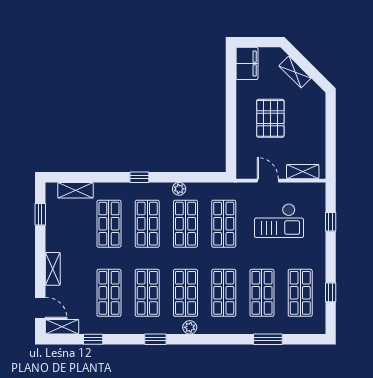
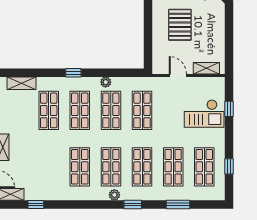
checkout: (279, 221) -> (204, 114), moved
shop shelf: (109, 293) -> (49, 167), removed
window: (155, 339) -> (133, 205), moved

